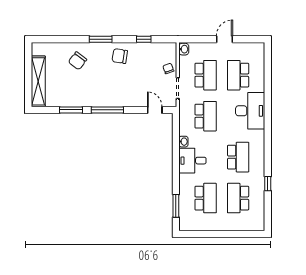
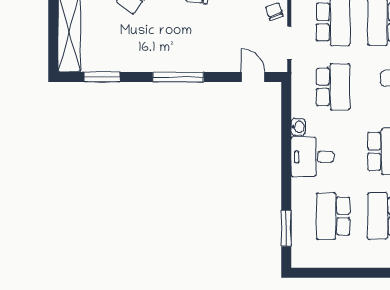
window: (71, 110) -> (102, 77), moved
school desk: (206, 198) -> (333, 216), turned 180

